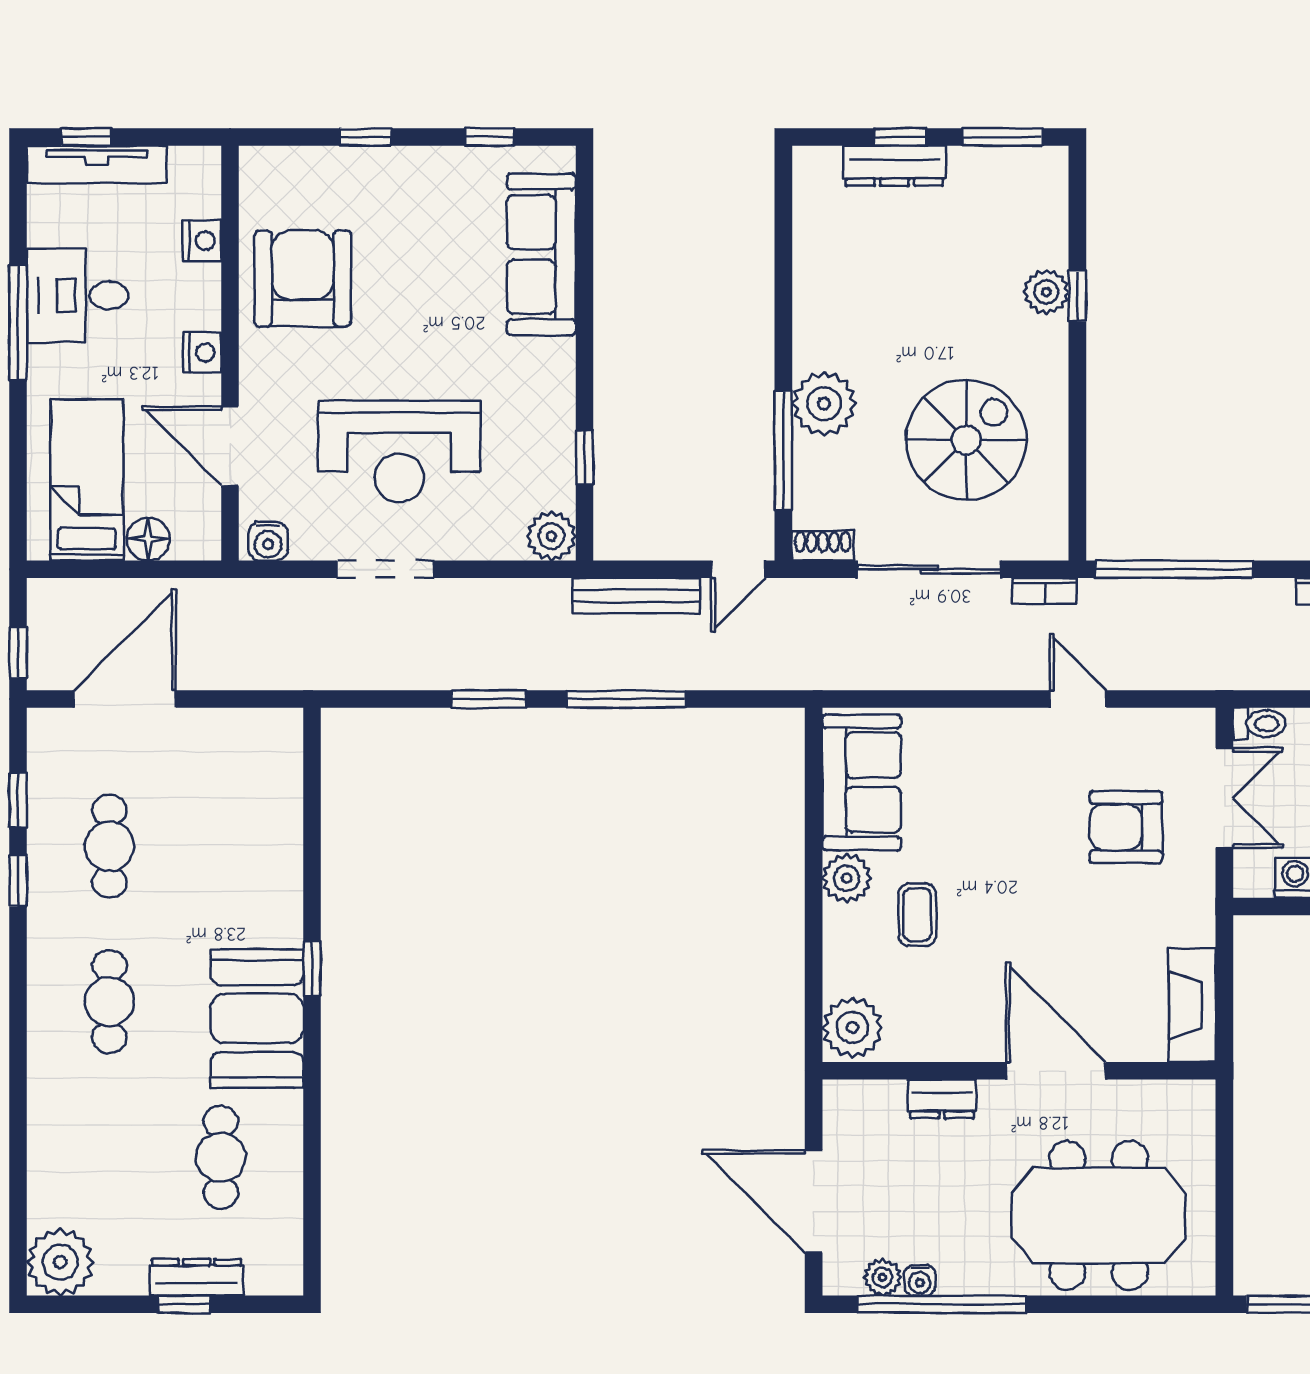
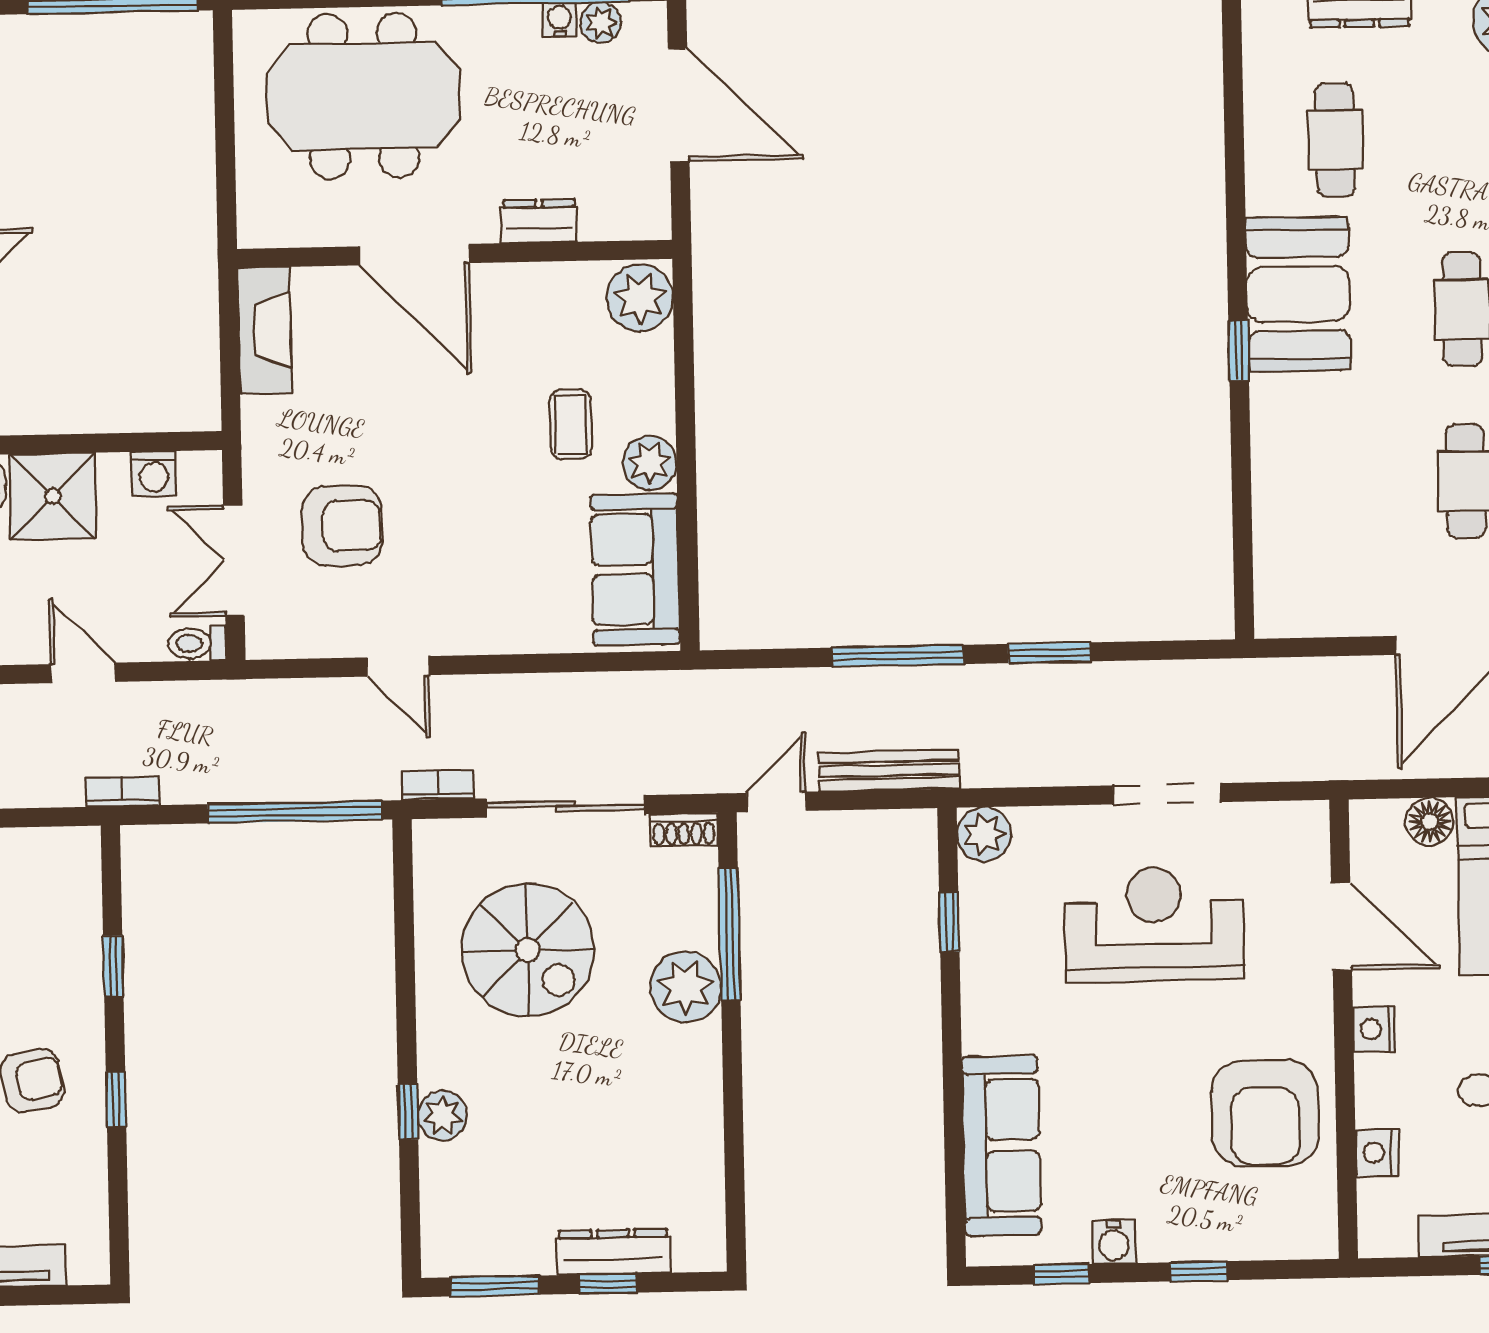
spiral stairs: (966, 440) -> (528, 950), turned -90
water cooler: (268, 541) -> (1114, 1242), moved, turned 180

